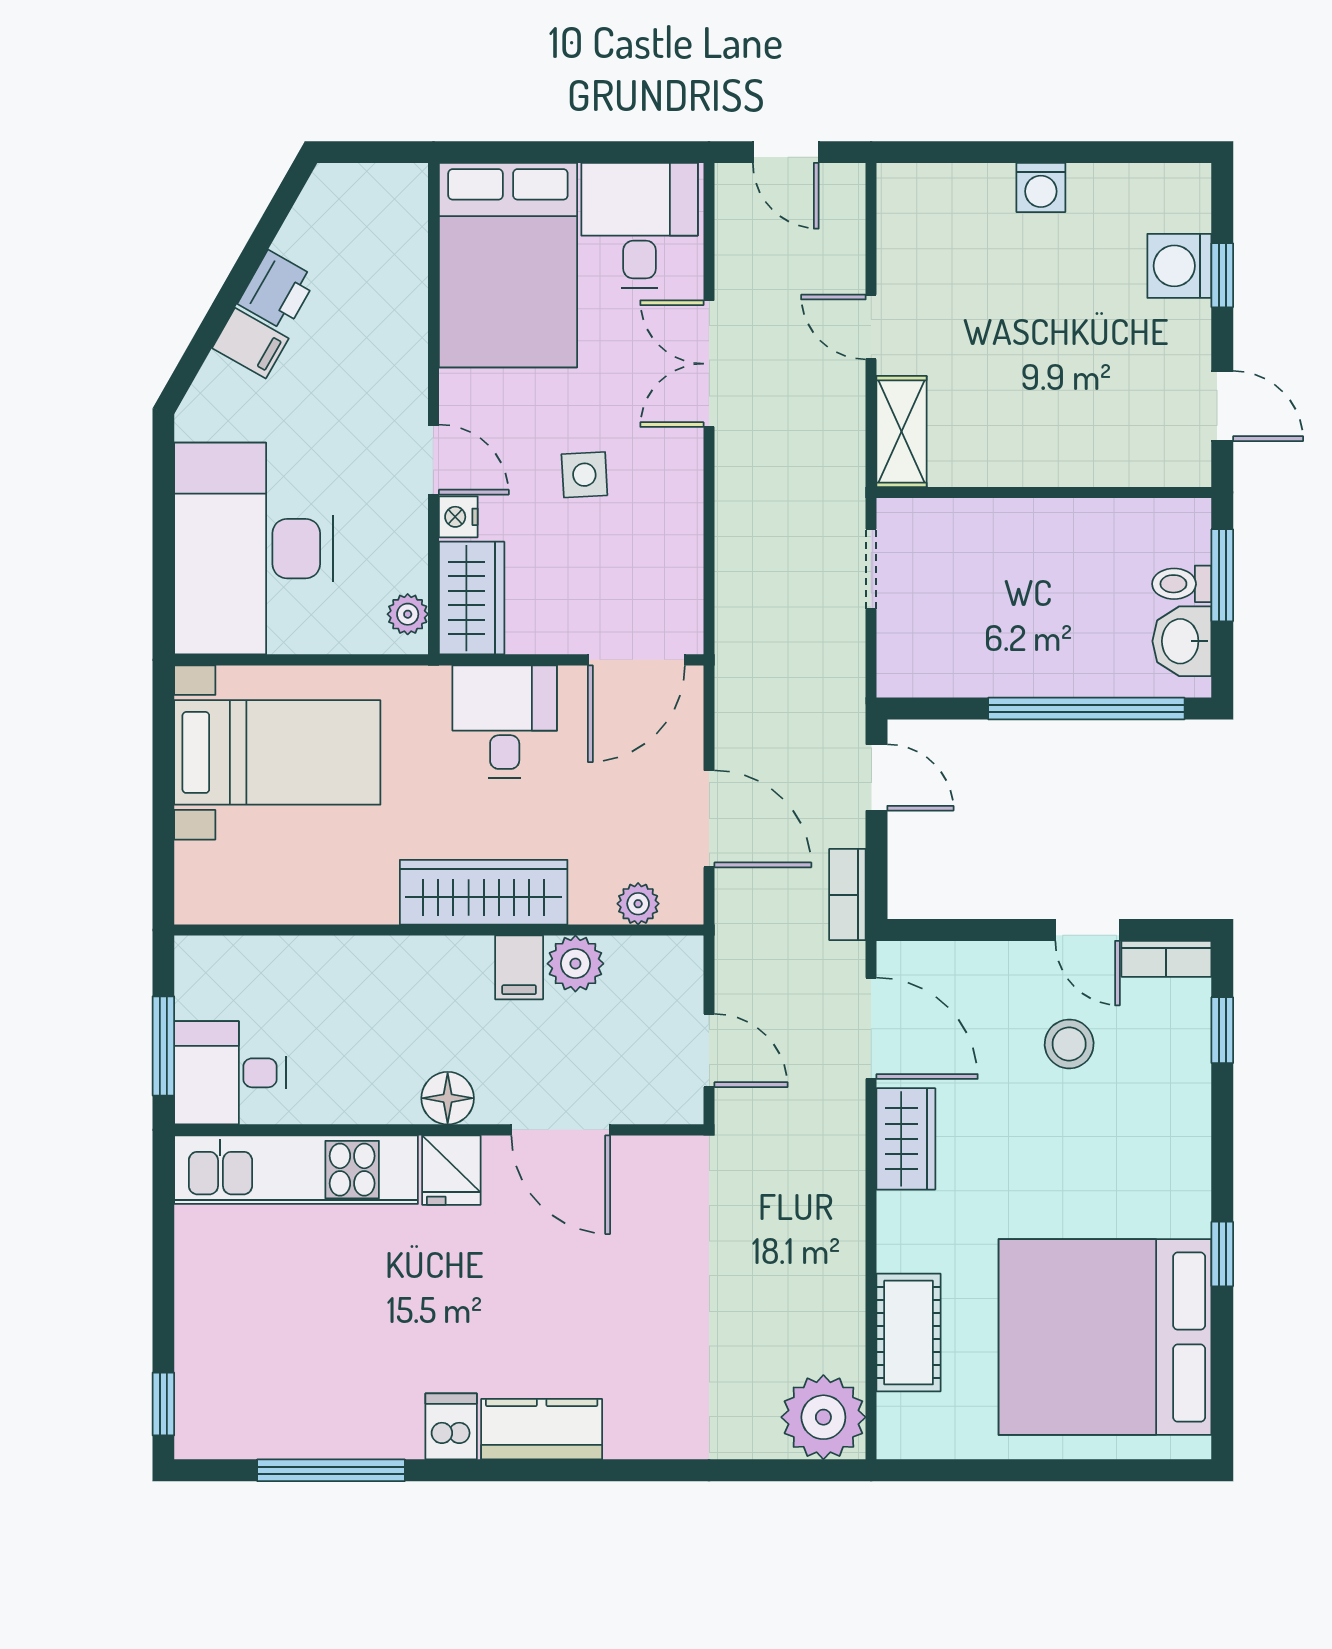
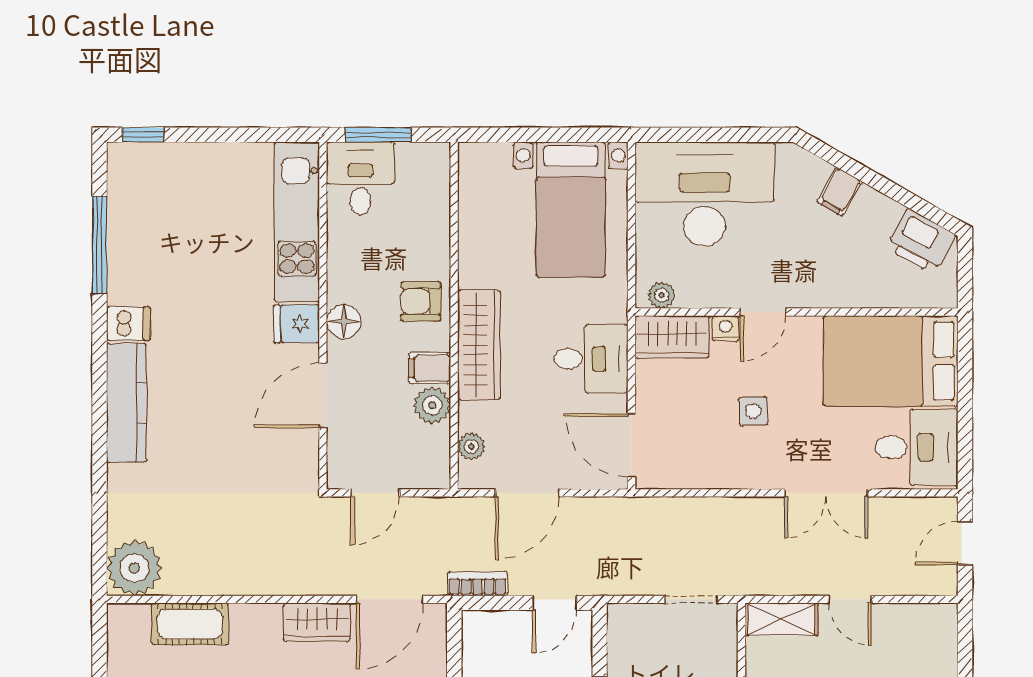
printer: (277, 291) -> (921, 241), moved, width x1.36, depth x1.24
door: (871, 327) -> (850, 599), swing flipped
double door: (709, 364) -> (826, 493), swing flipped
armchair: (417, 981) -> (421, 301), added
kitchen counter: (542, 1429) -> (126, 403), width x1.50

